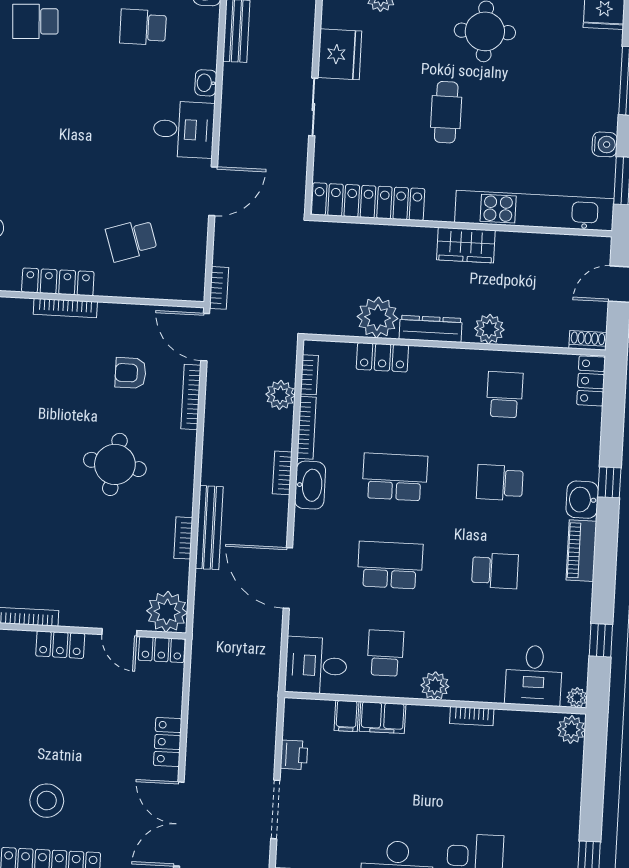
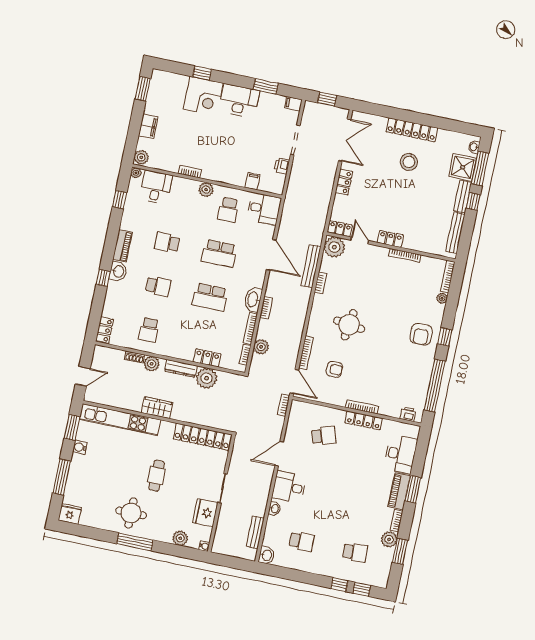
shoe rack: (588, 340) -> (135, 357), moved
bench: (209, 528) -> (311, 266), moved
filing cabinet: (383, 718) -> (148, 126), moved, turned 90

